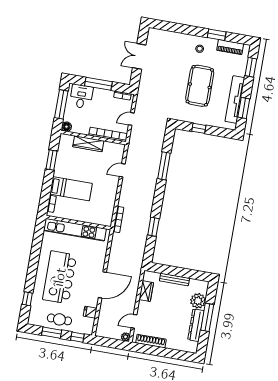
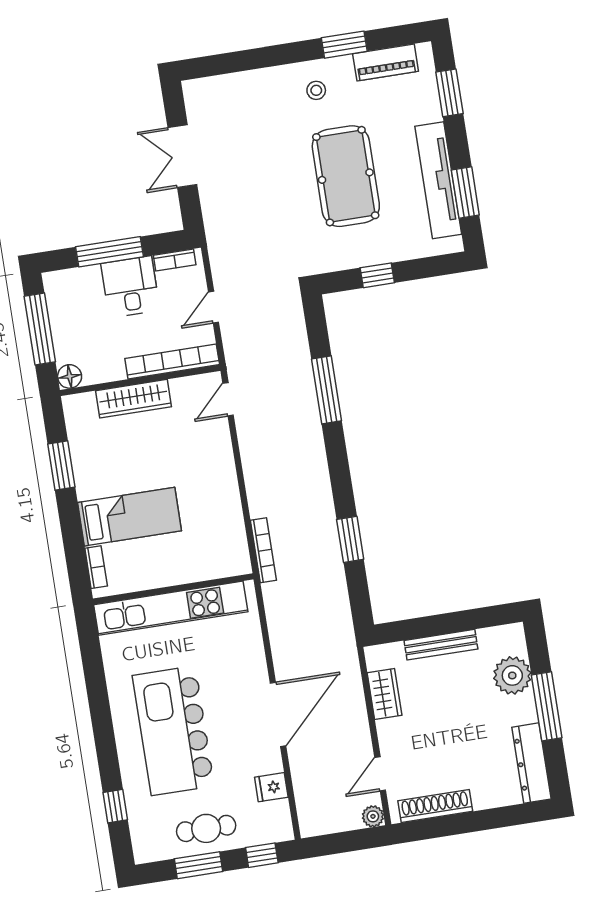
desk: (81, 96) -> (130, 287), moved
door: (122, 170) -> (228, 399), moved
dresser: (196, 325) -> (531, 763), moved

